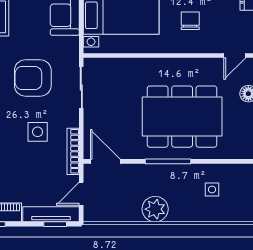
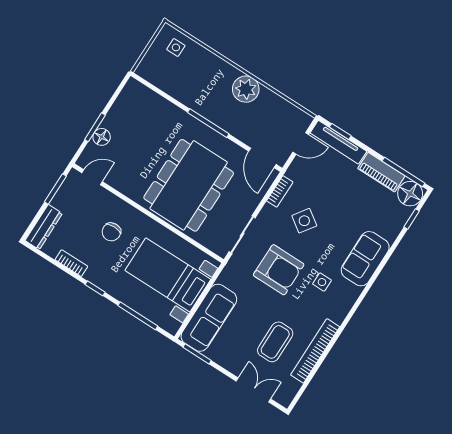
dining table: (182, 117) -> (189, 185), moved, turned 90
side table: (38, 132) -> (304, 221), turned 35
bookcase: (73, 151) -> (280, 191), width x0.64
side table: (212, 190) -> (176, 47), moved

